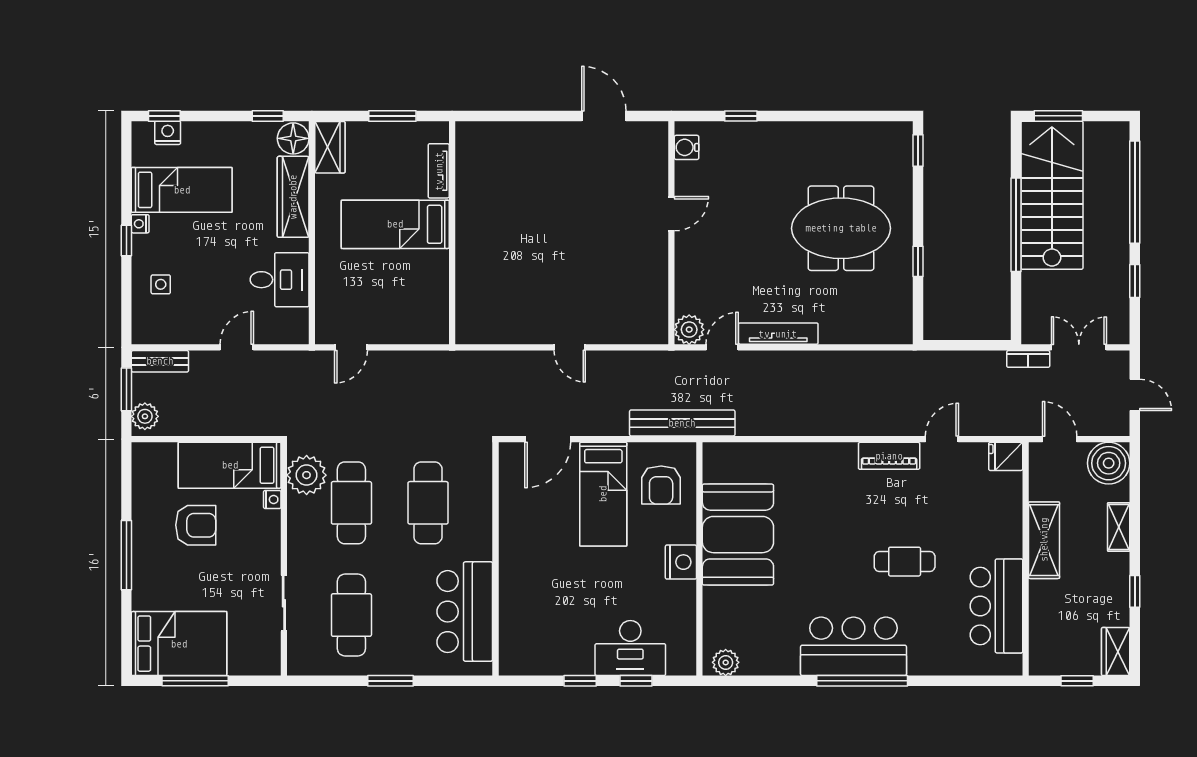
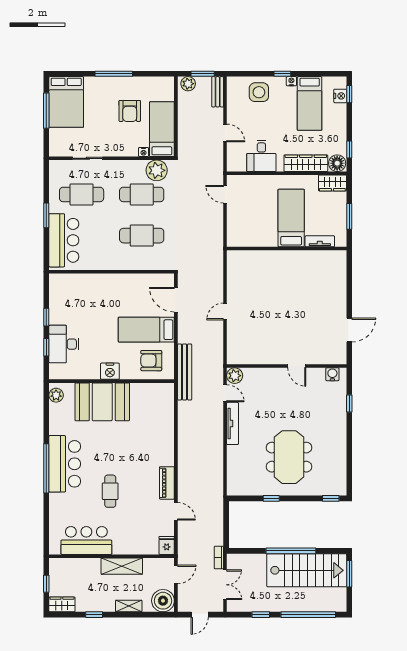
side table: (161, 284) -> (259, 92), width x1.87, depth x1.87
booth: (738, 535) -> (102, 402), moved
bar counter: (465, 612) -> (64, 240), moved, turned 90

